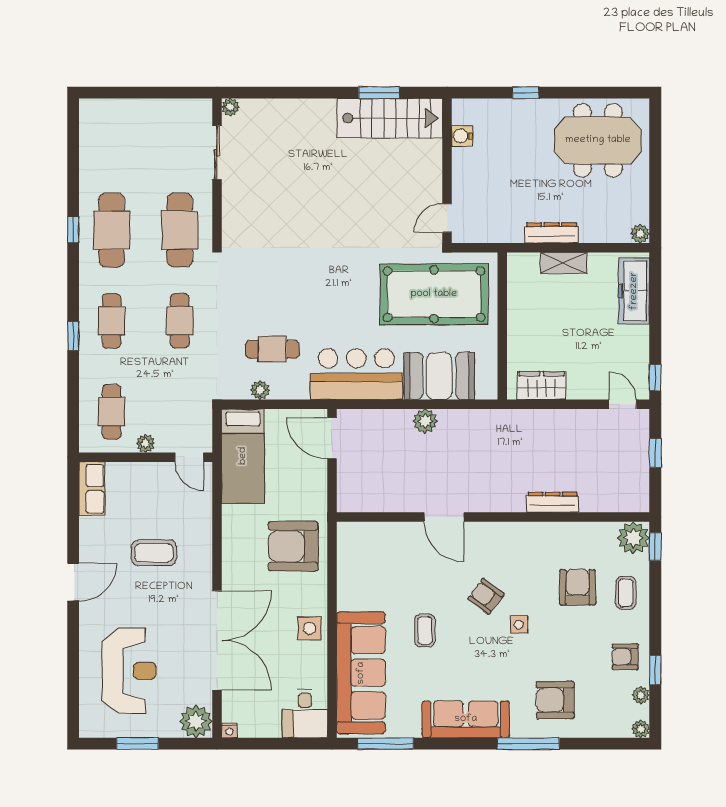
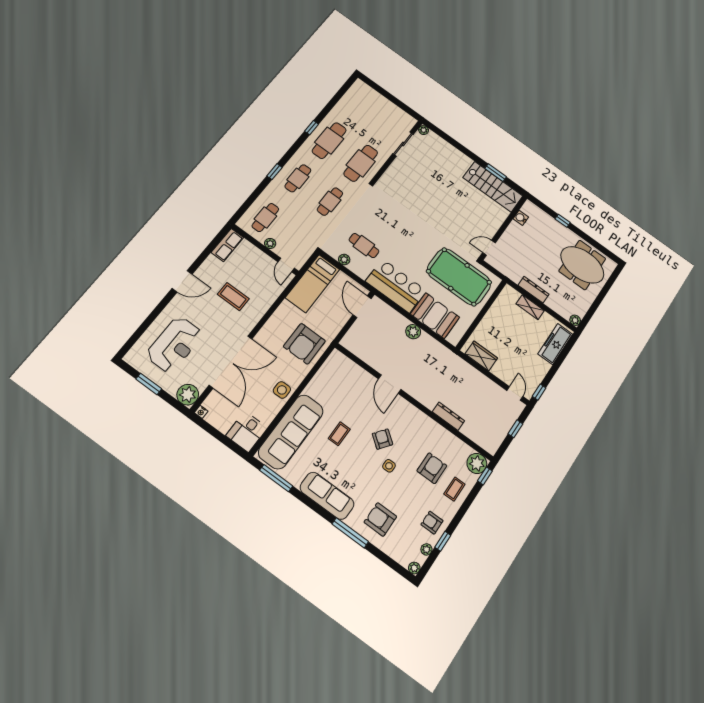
armchair: (293, 546) -> (304, 344), turned -90

